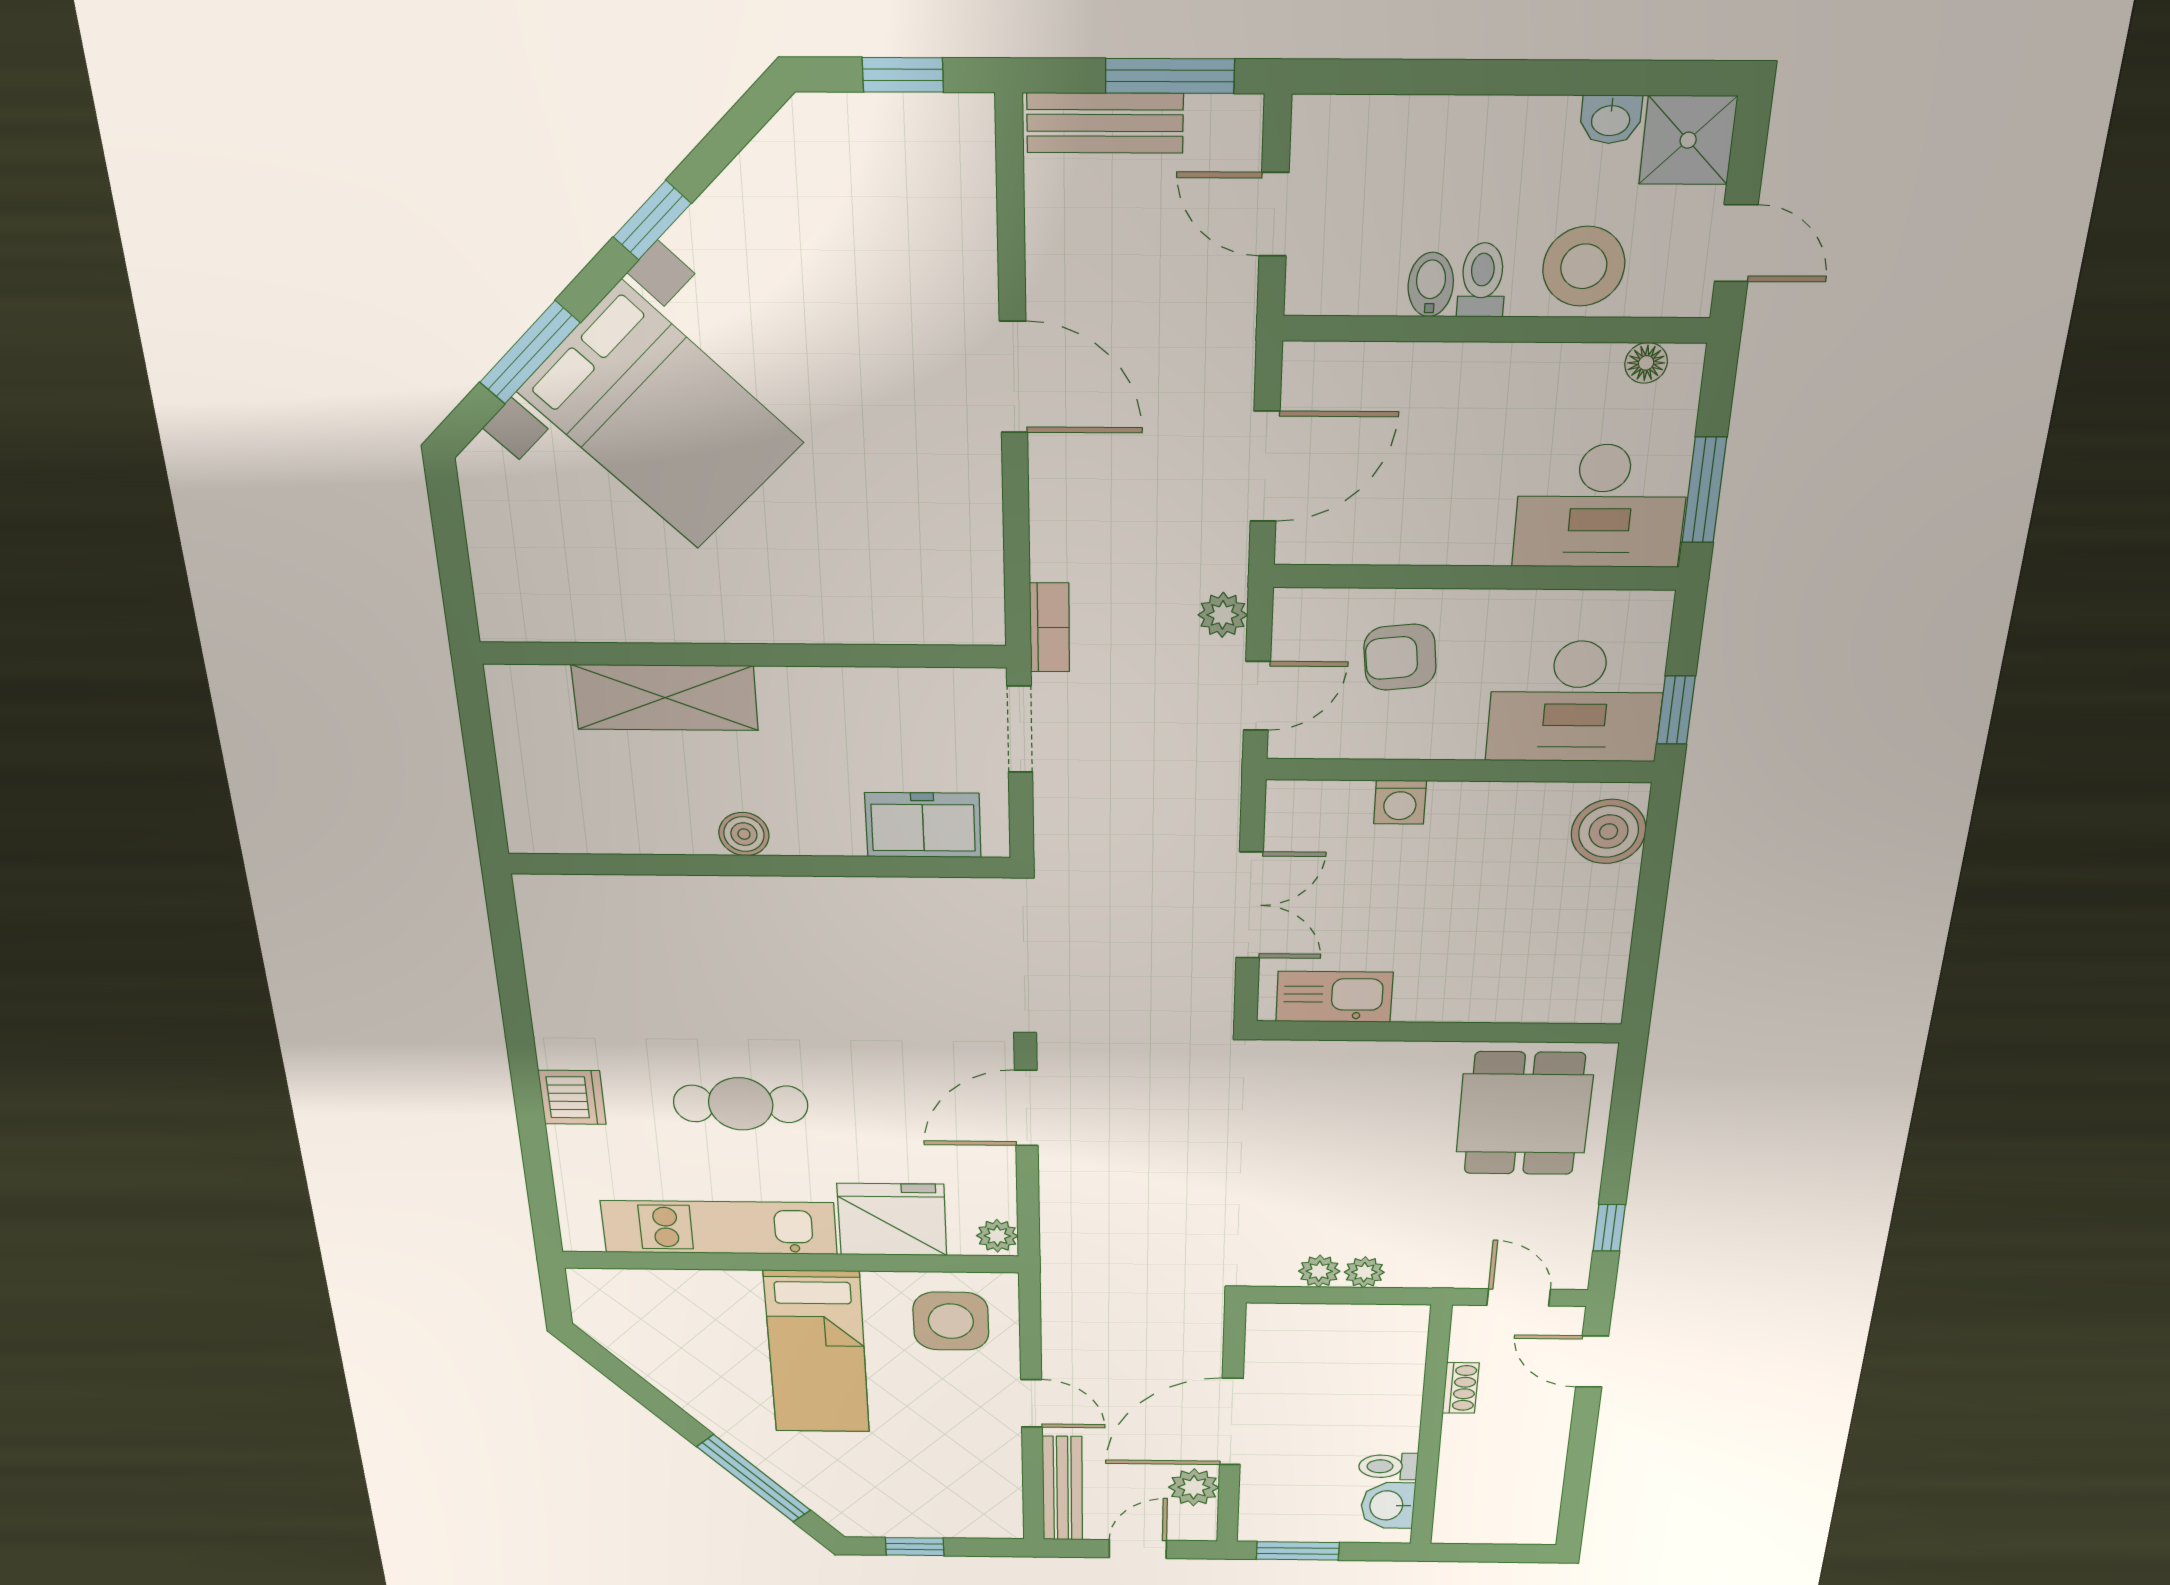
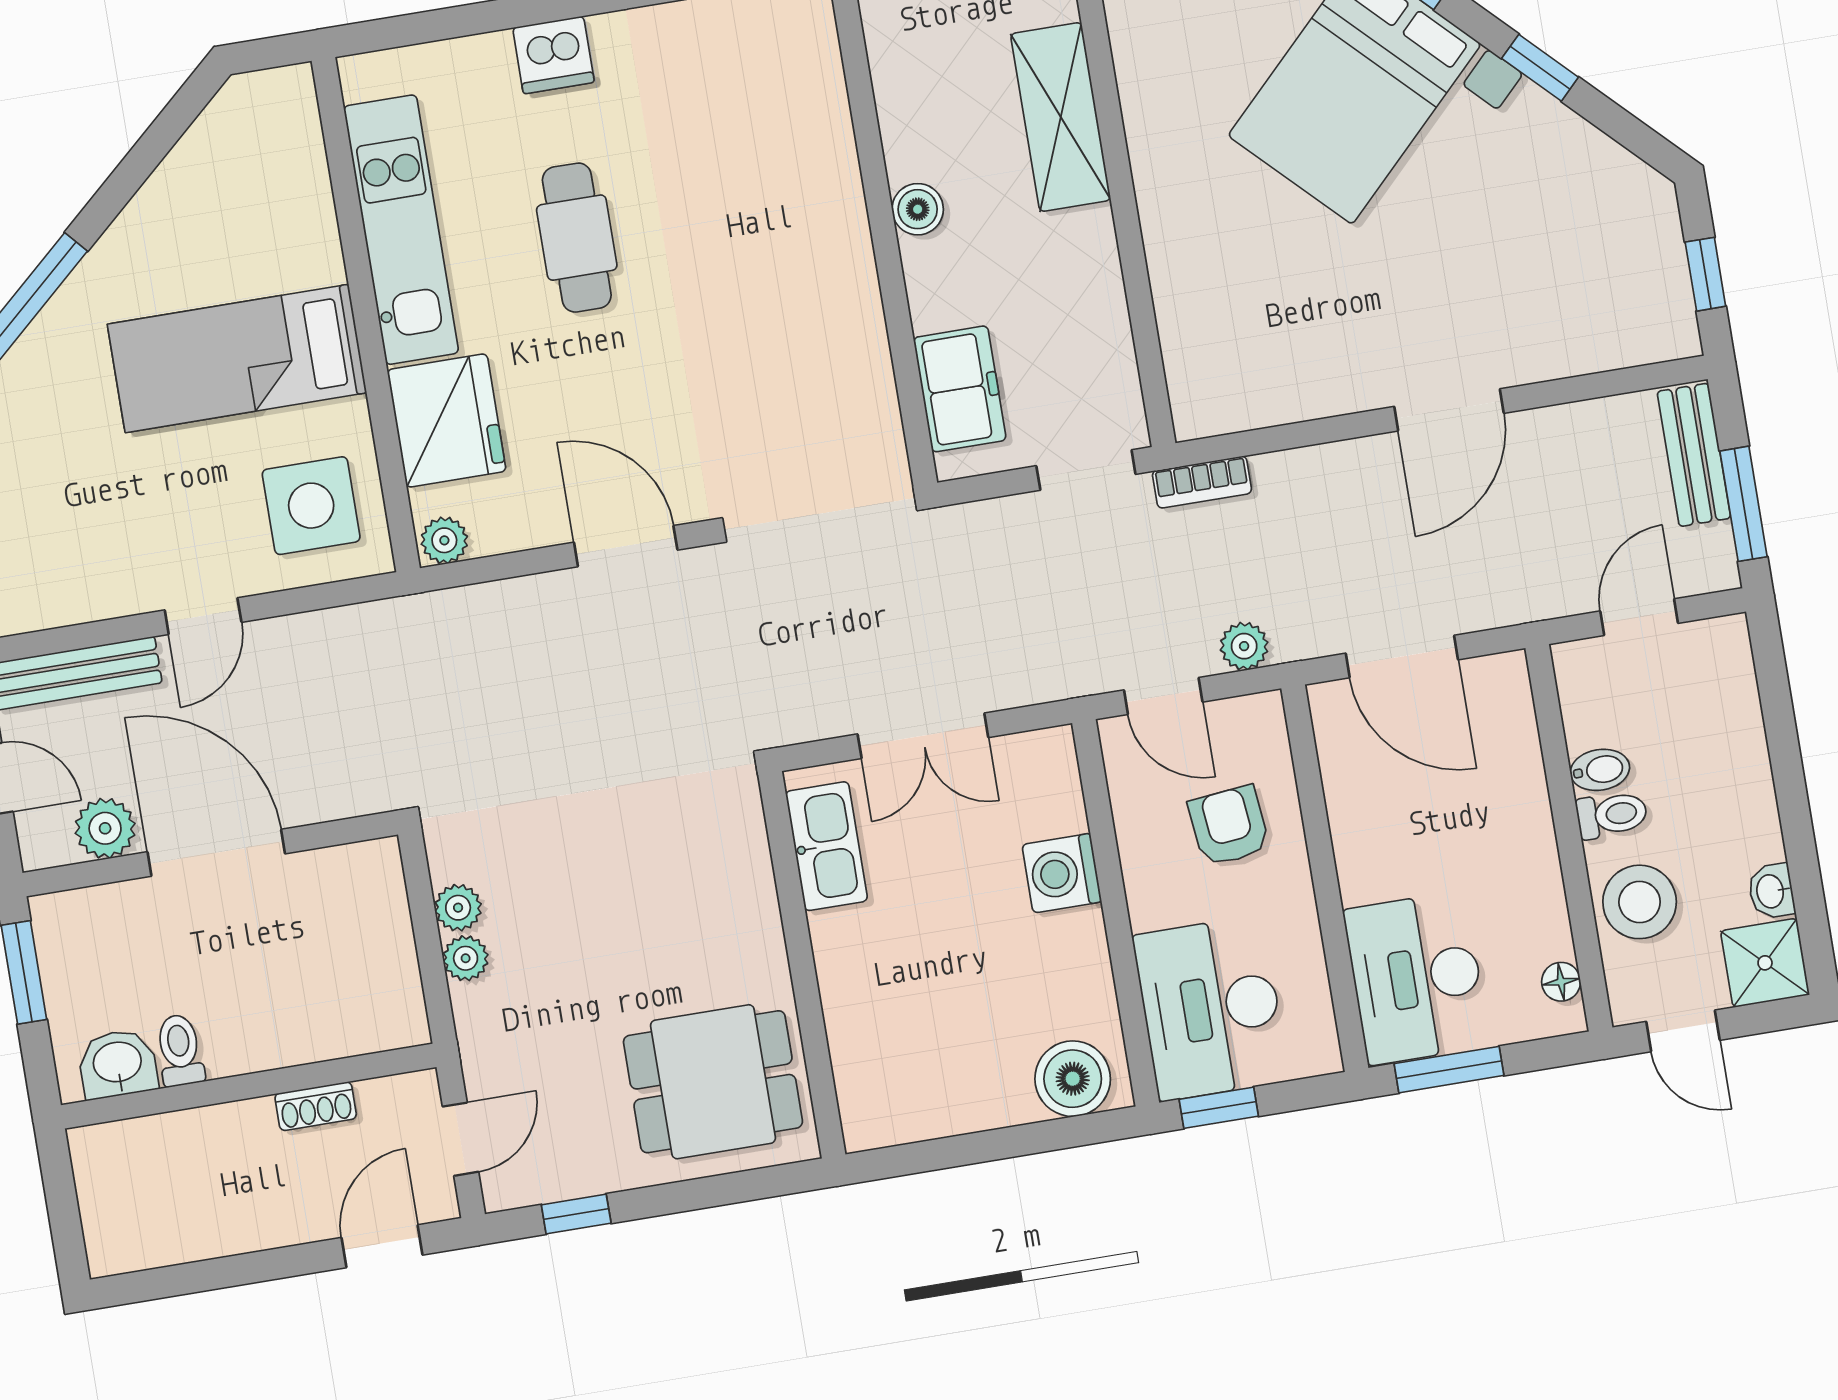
door: (1736, 243) -> (1683, 1031), hinge flipped
washing machine: (1400, 802) -> (1062, 873), width x1.38, depth x1.38

